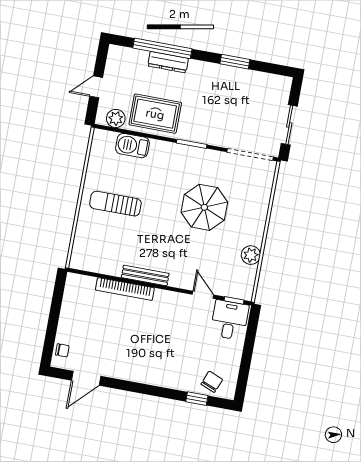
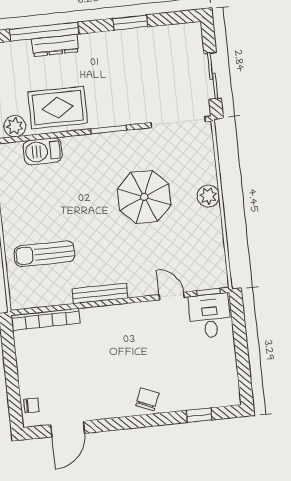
sun lounger: (115, 204) -> (44, 254), moved
plant: (251, 255) -> (208, 196), moved
bookcase: (125, 289) -> (46, 319), moved
chair: (212, 382) -> (147, 399), moved

